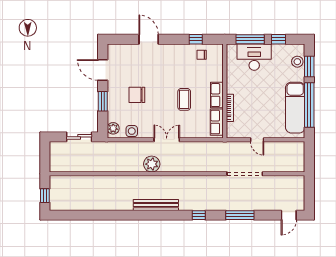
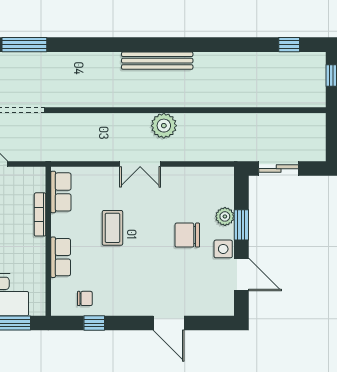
chair: (137, 95) -> (187, 235), turned 180
row of seats: (217, 95) -> (61, 257), moved
plant: (113, 128) -> (225, 216), moved
side table: (132, 131) -> (223, 249), moved
window: (199, 215) -> (289, 45), moved

